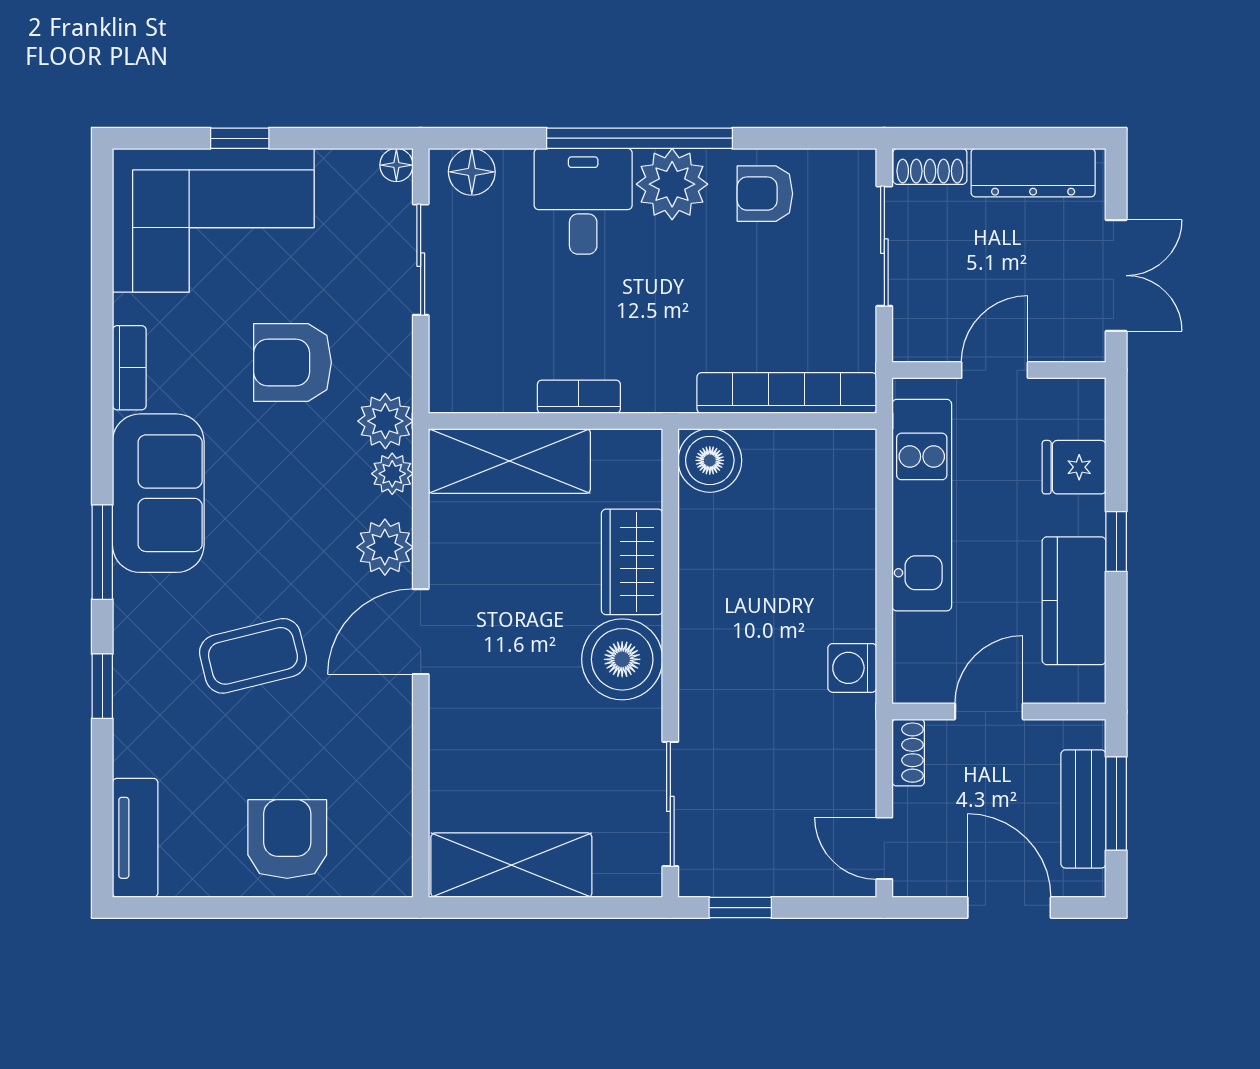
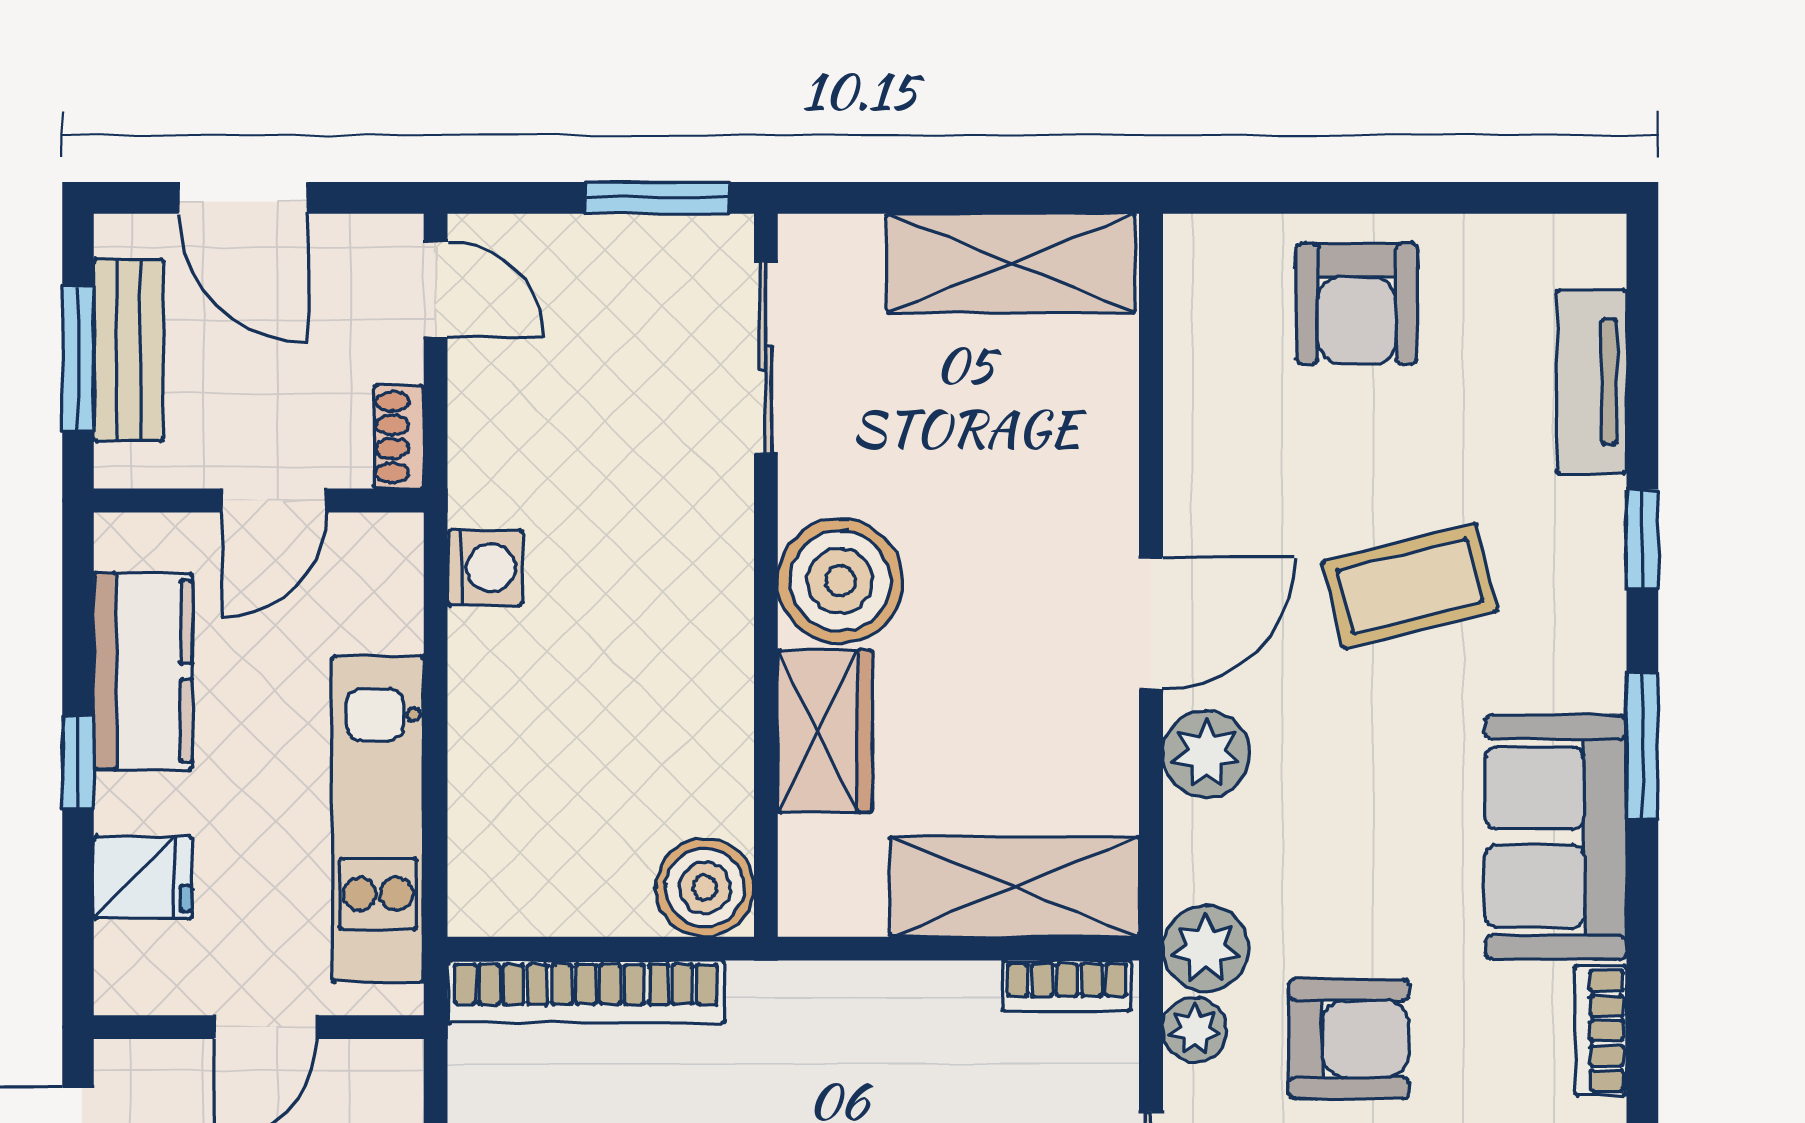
bookcase: (579, 397) -> (1067, 986), moved
plant: (392, 474) -> (1195, 1030), moved
tv unit: (135, 838) -> (1592, 382), moved
window: (740, 908) -> (658, 198), width x1.50

